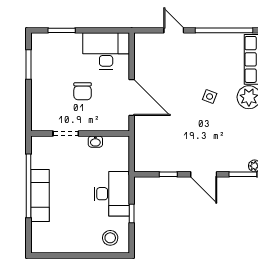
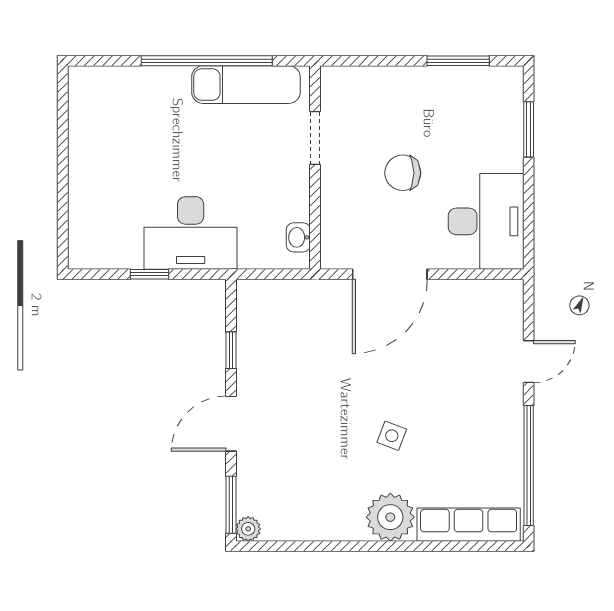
washbasin: (95, 142) -> (298, 237), moved
exam couch: (40, 196) -> (246, 85), moved
stool: (110, 238) -> (99, 230), removed

